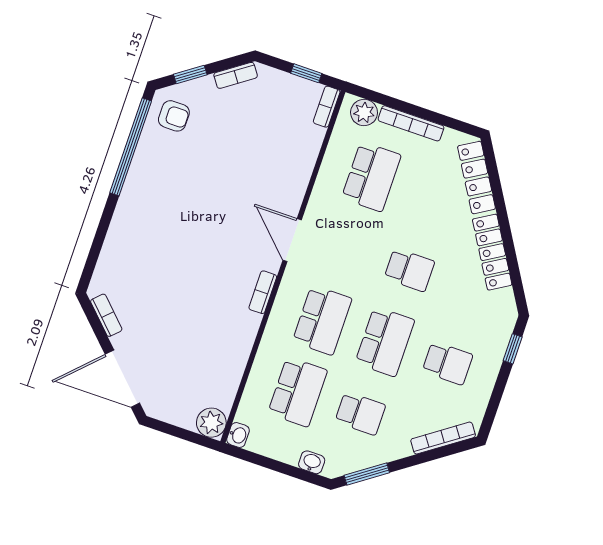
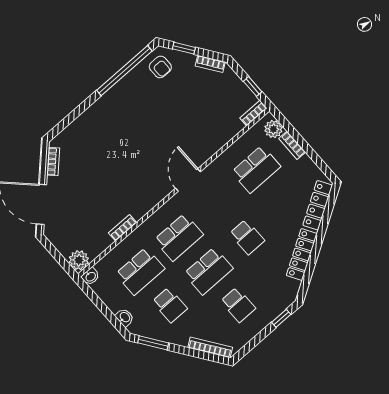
bookcase: (411, 123) -> (292, 145), width x0.64
bookcase: (263, 292) -> (122, 228), moved

